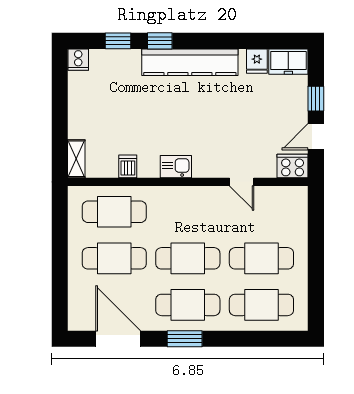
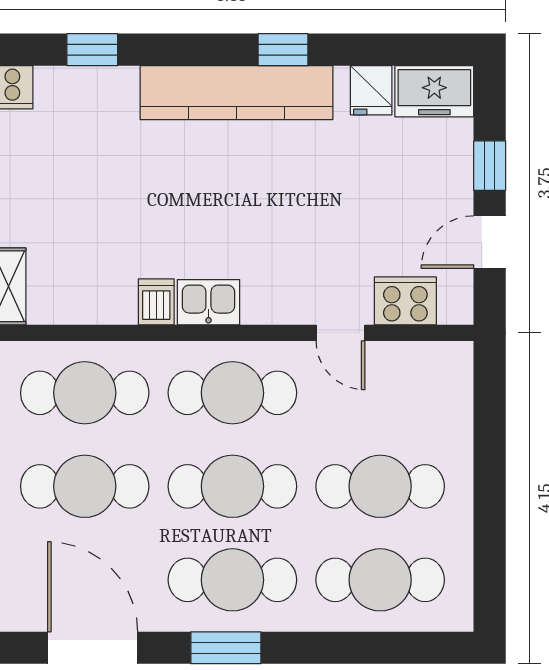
window: (160, 41) -> (283, 50), moved
dishwasher: (128, 166) -> (156, 302), moved
cooker: (293, 166) -> (405, 301), moved
cafe table: (188, 212) -> (232, 393), added

